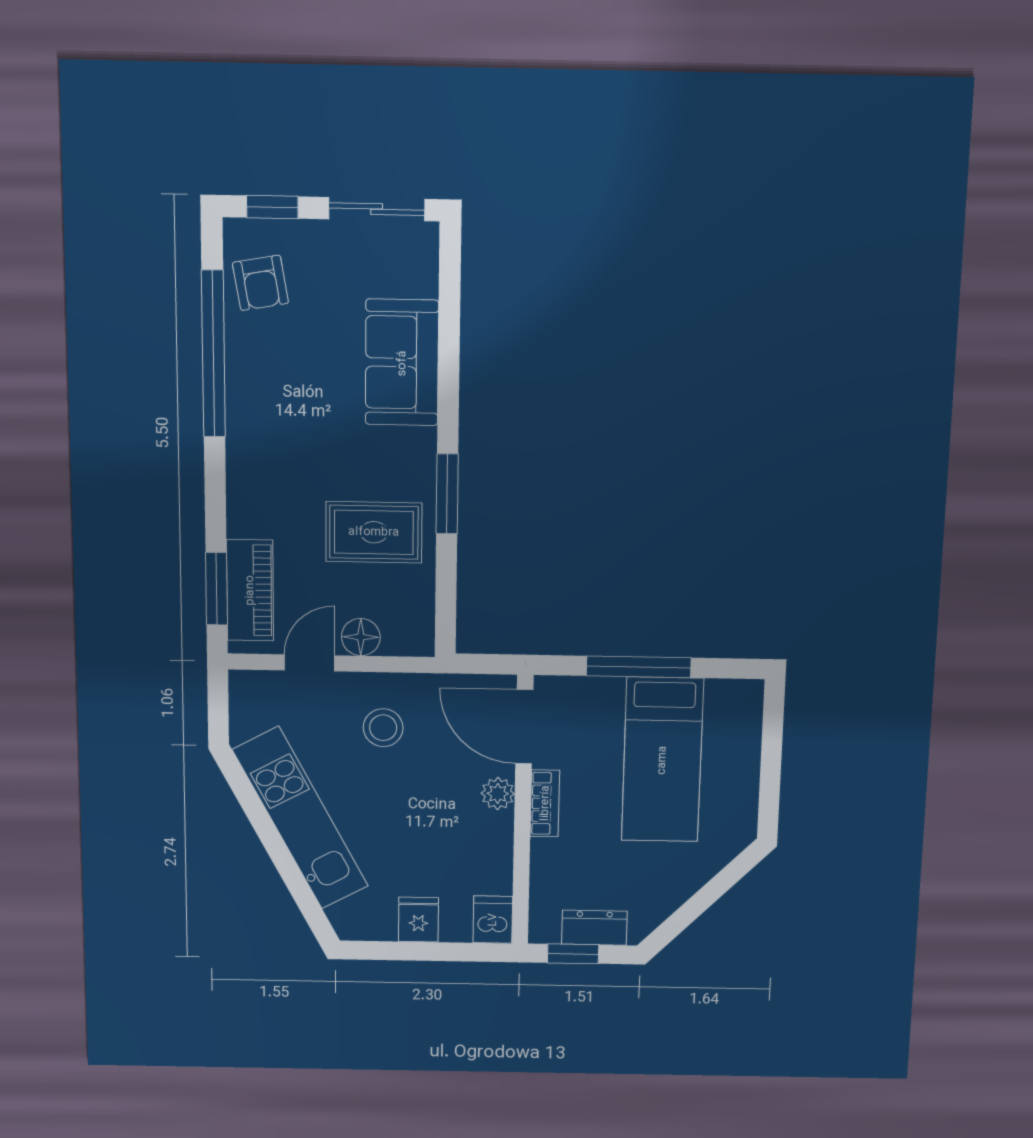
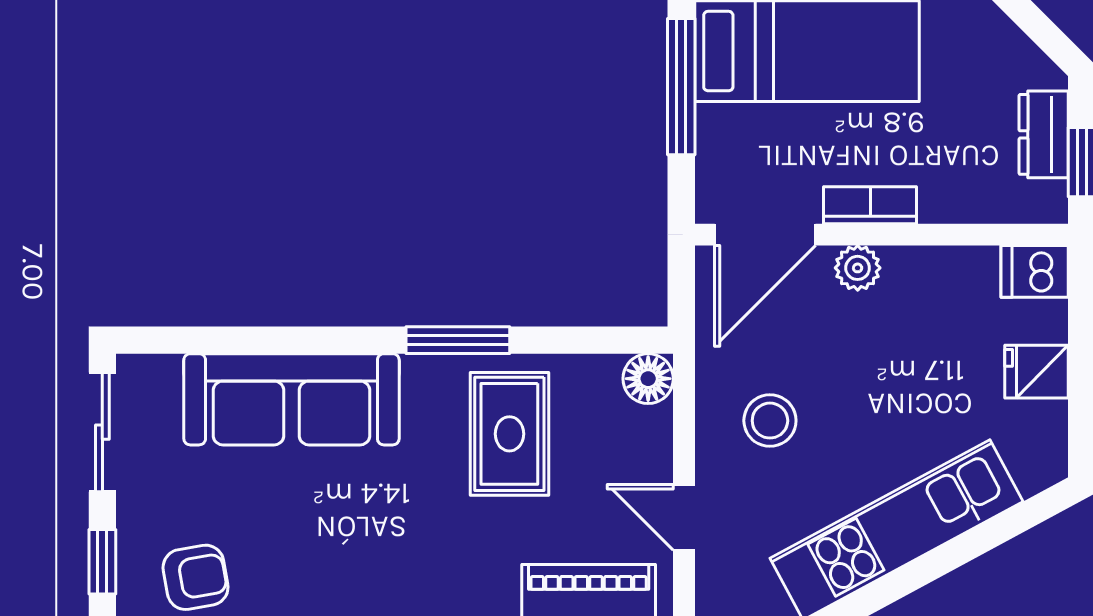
sofa: (402, 363) -> (291, 399), width x1.36
floor lamp: (361, 637) -> (648, 379), moved

